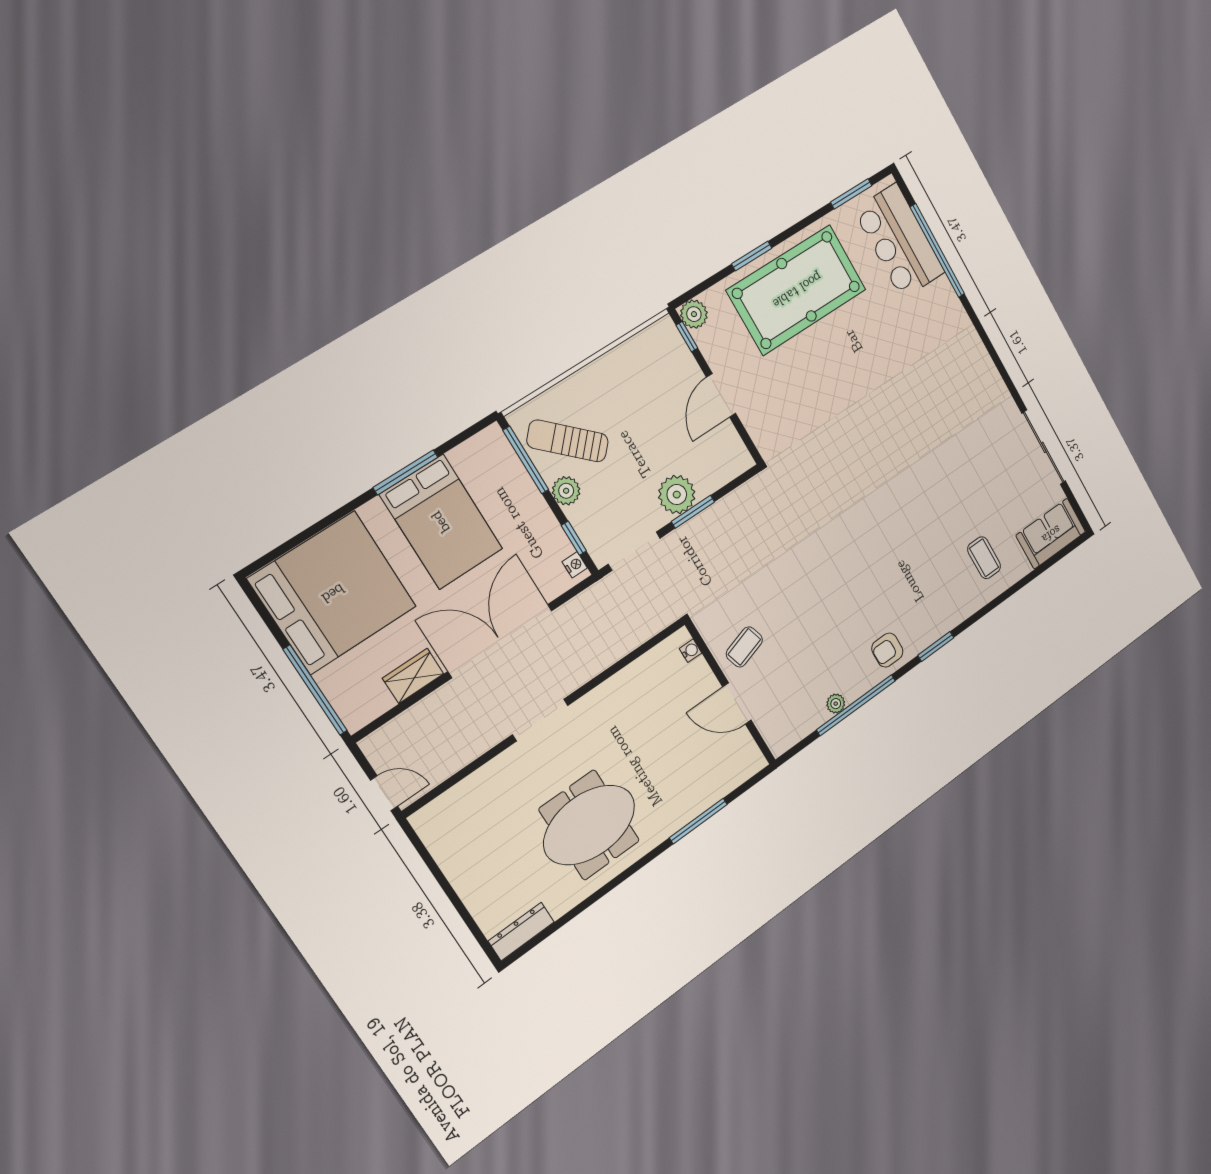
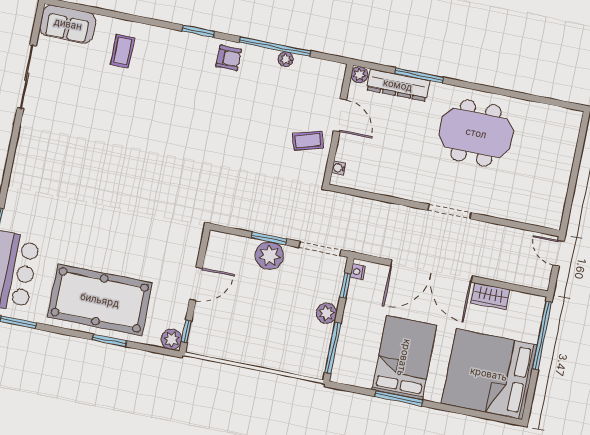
sun lounger: (568, 441) -> (302, 337), removed
plant: (755, 761) -> (359, 75), added
dresser: (521, 932) -> (398, 85), moved, width x1.37, depth x1.24

